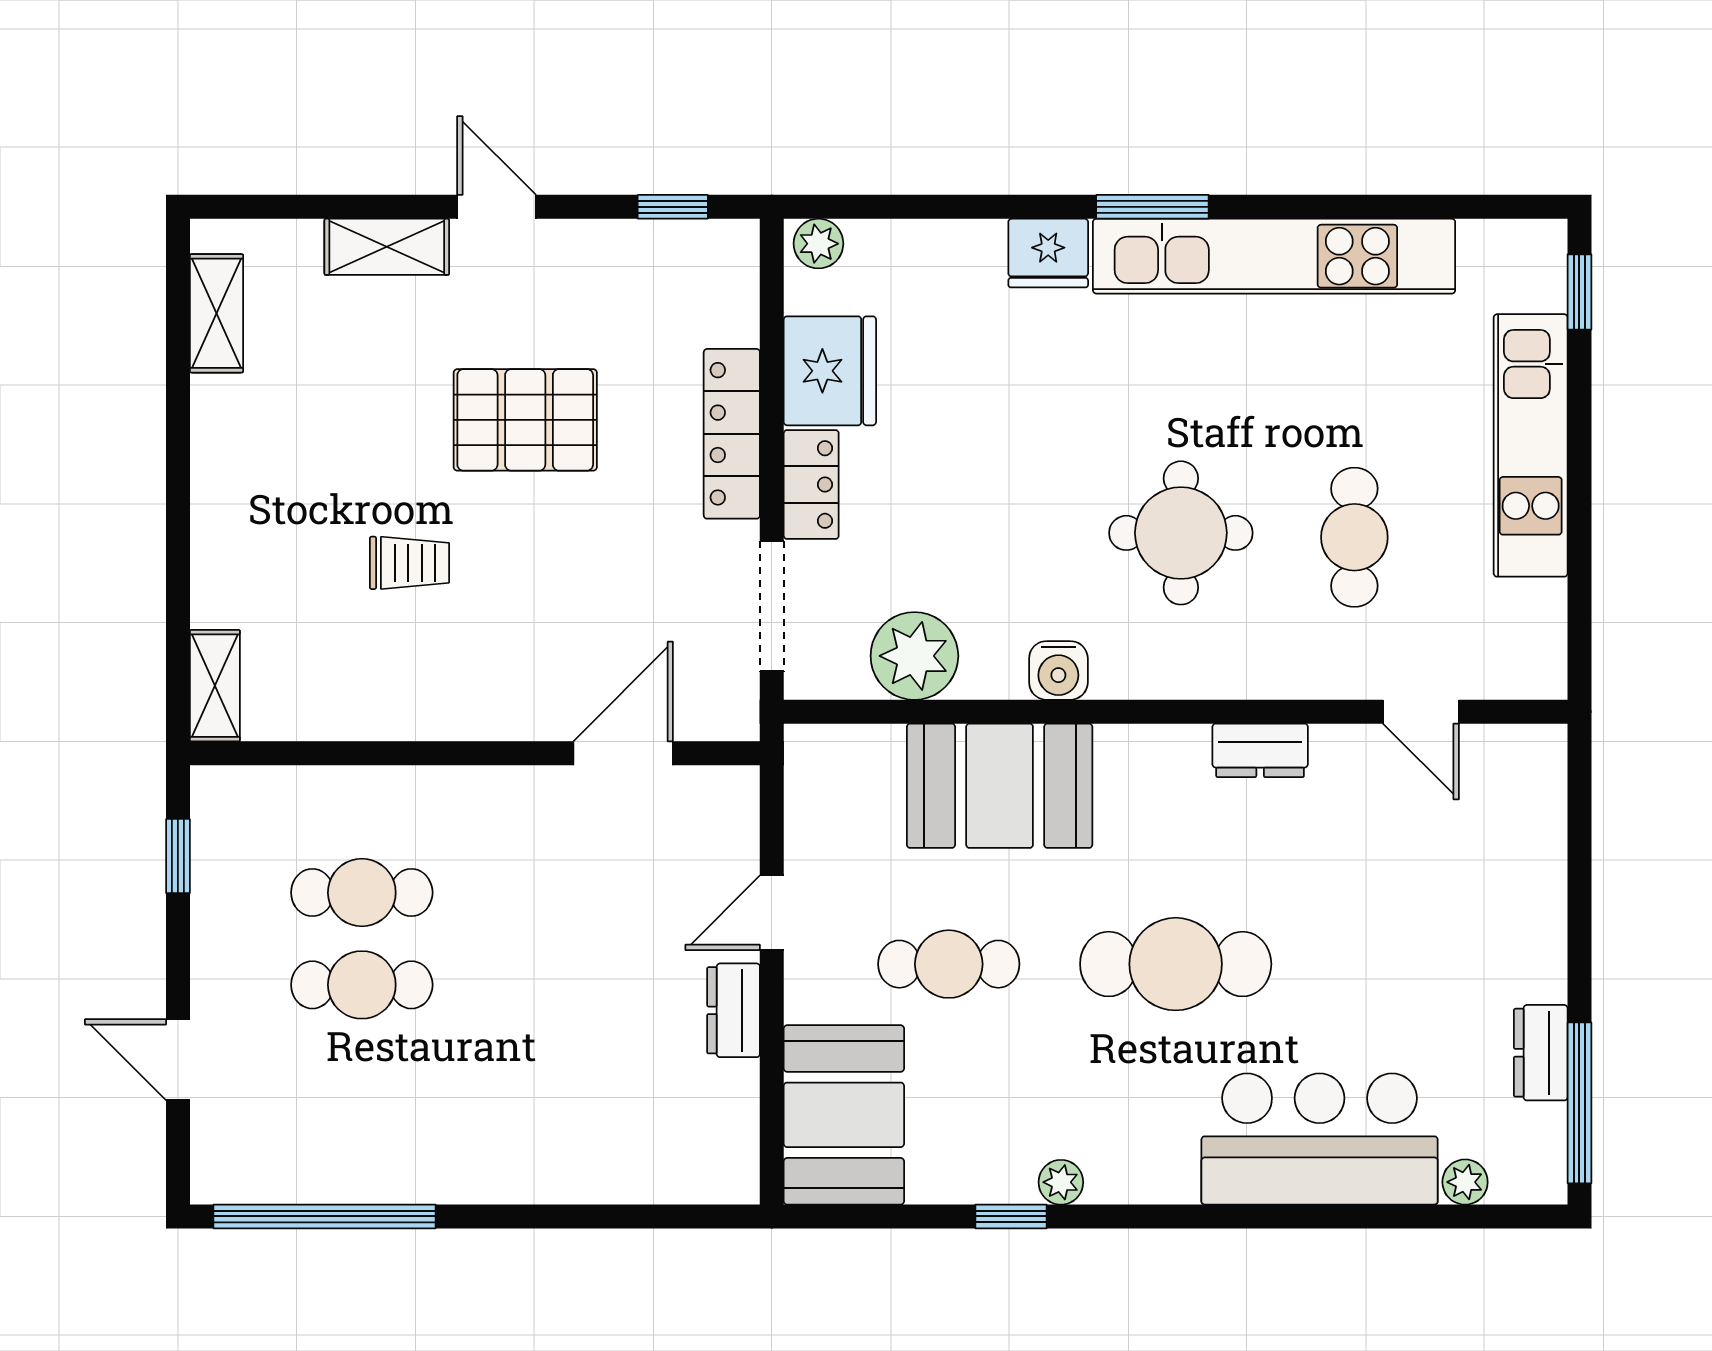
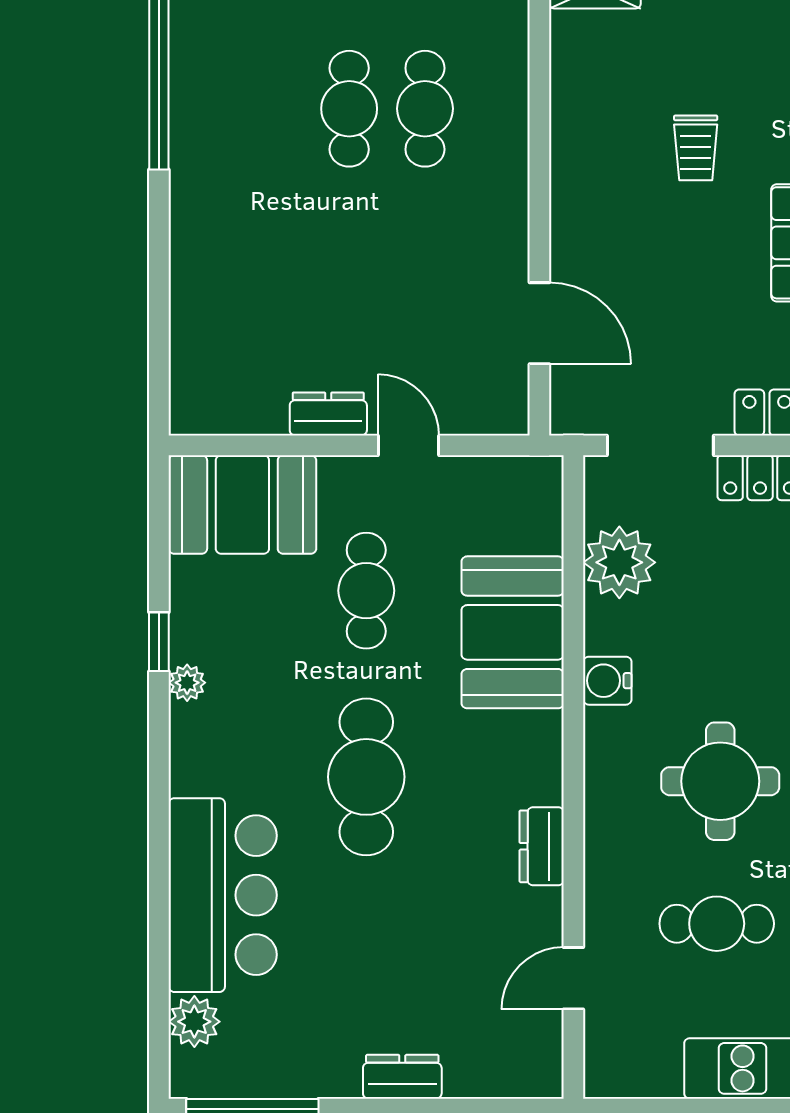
dresser: (1541, 1053) -> (402, 1077), moved
plant: (1465, 1182) -> (194, 1022), width x1.38, depth x1.38

